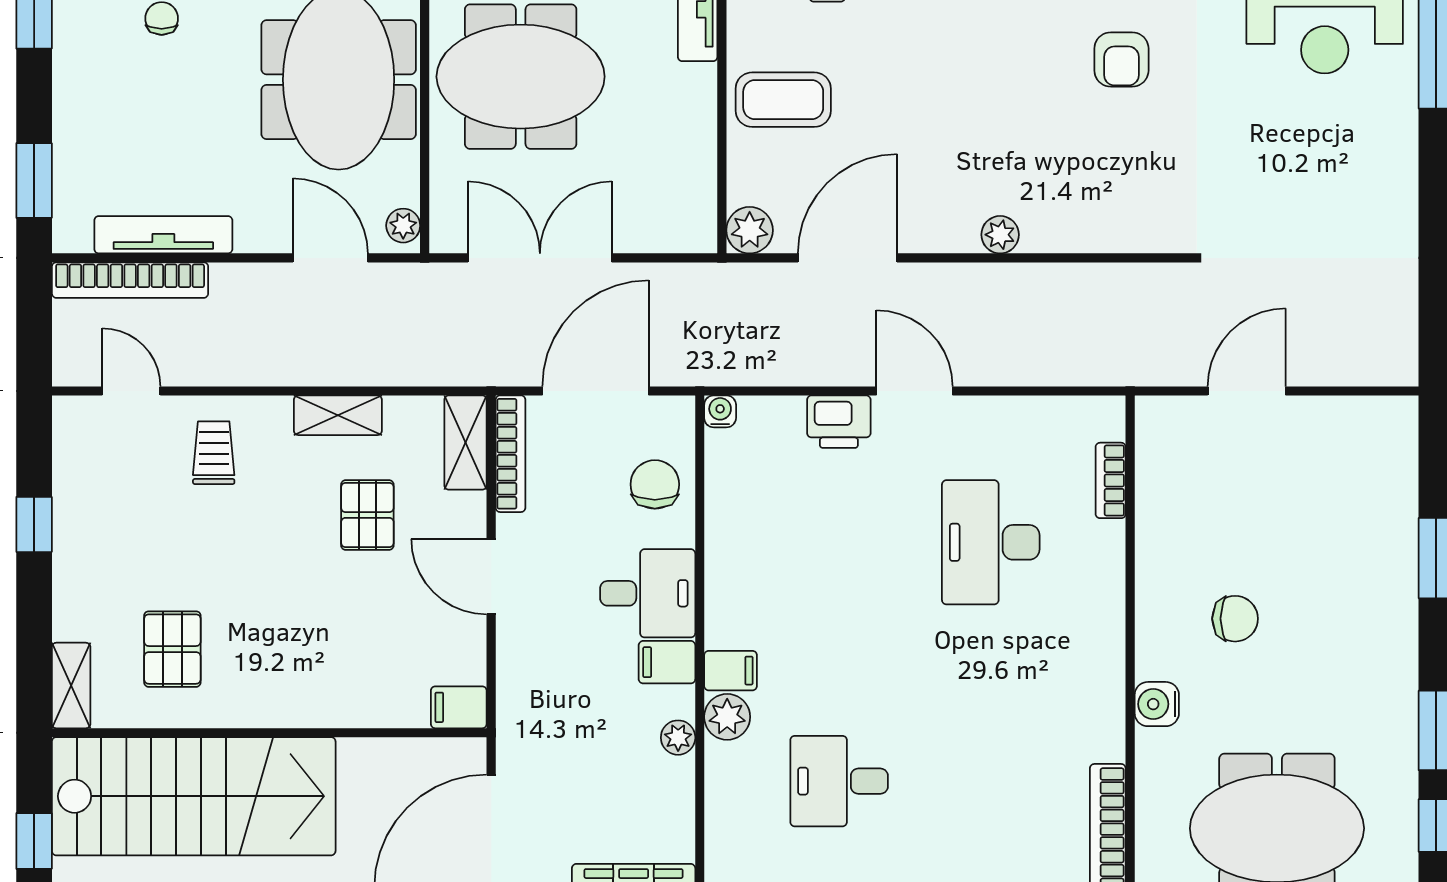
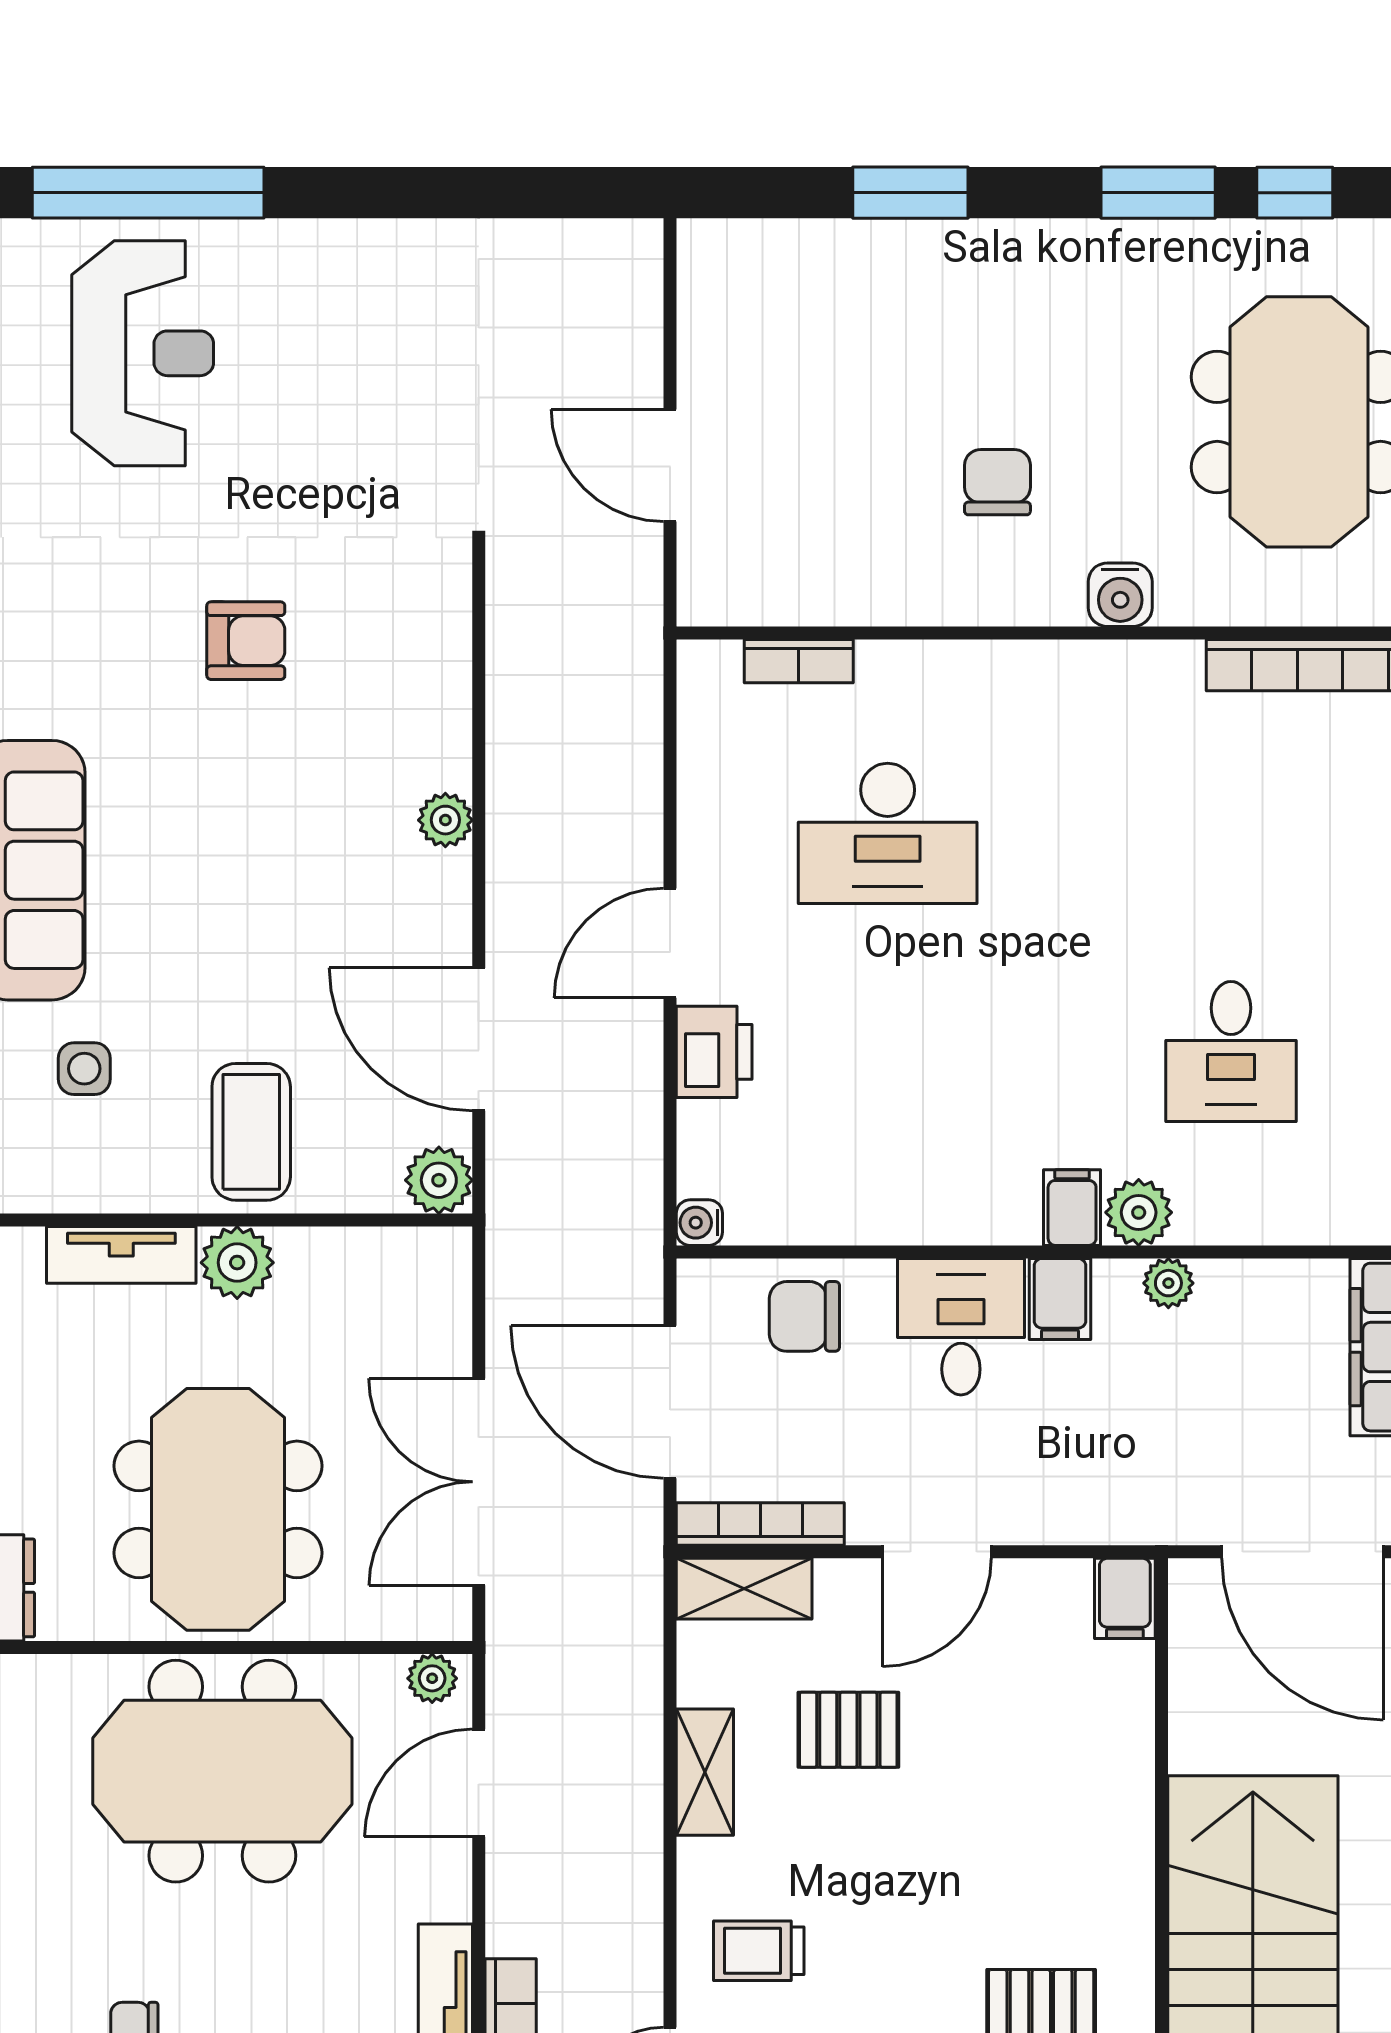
armchair: (1121, 59) -> (246, 641), moved
plant: (692, 90) -> (237, 1263), added

